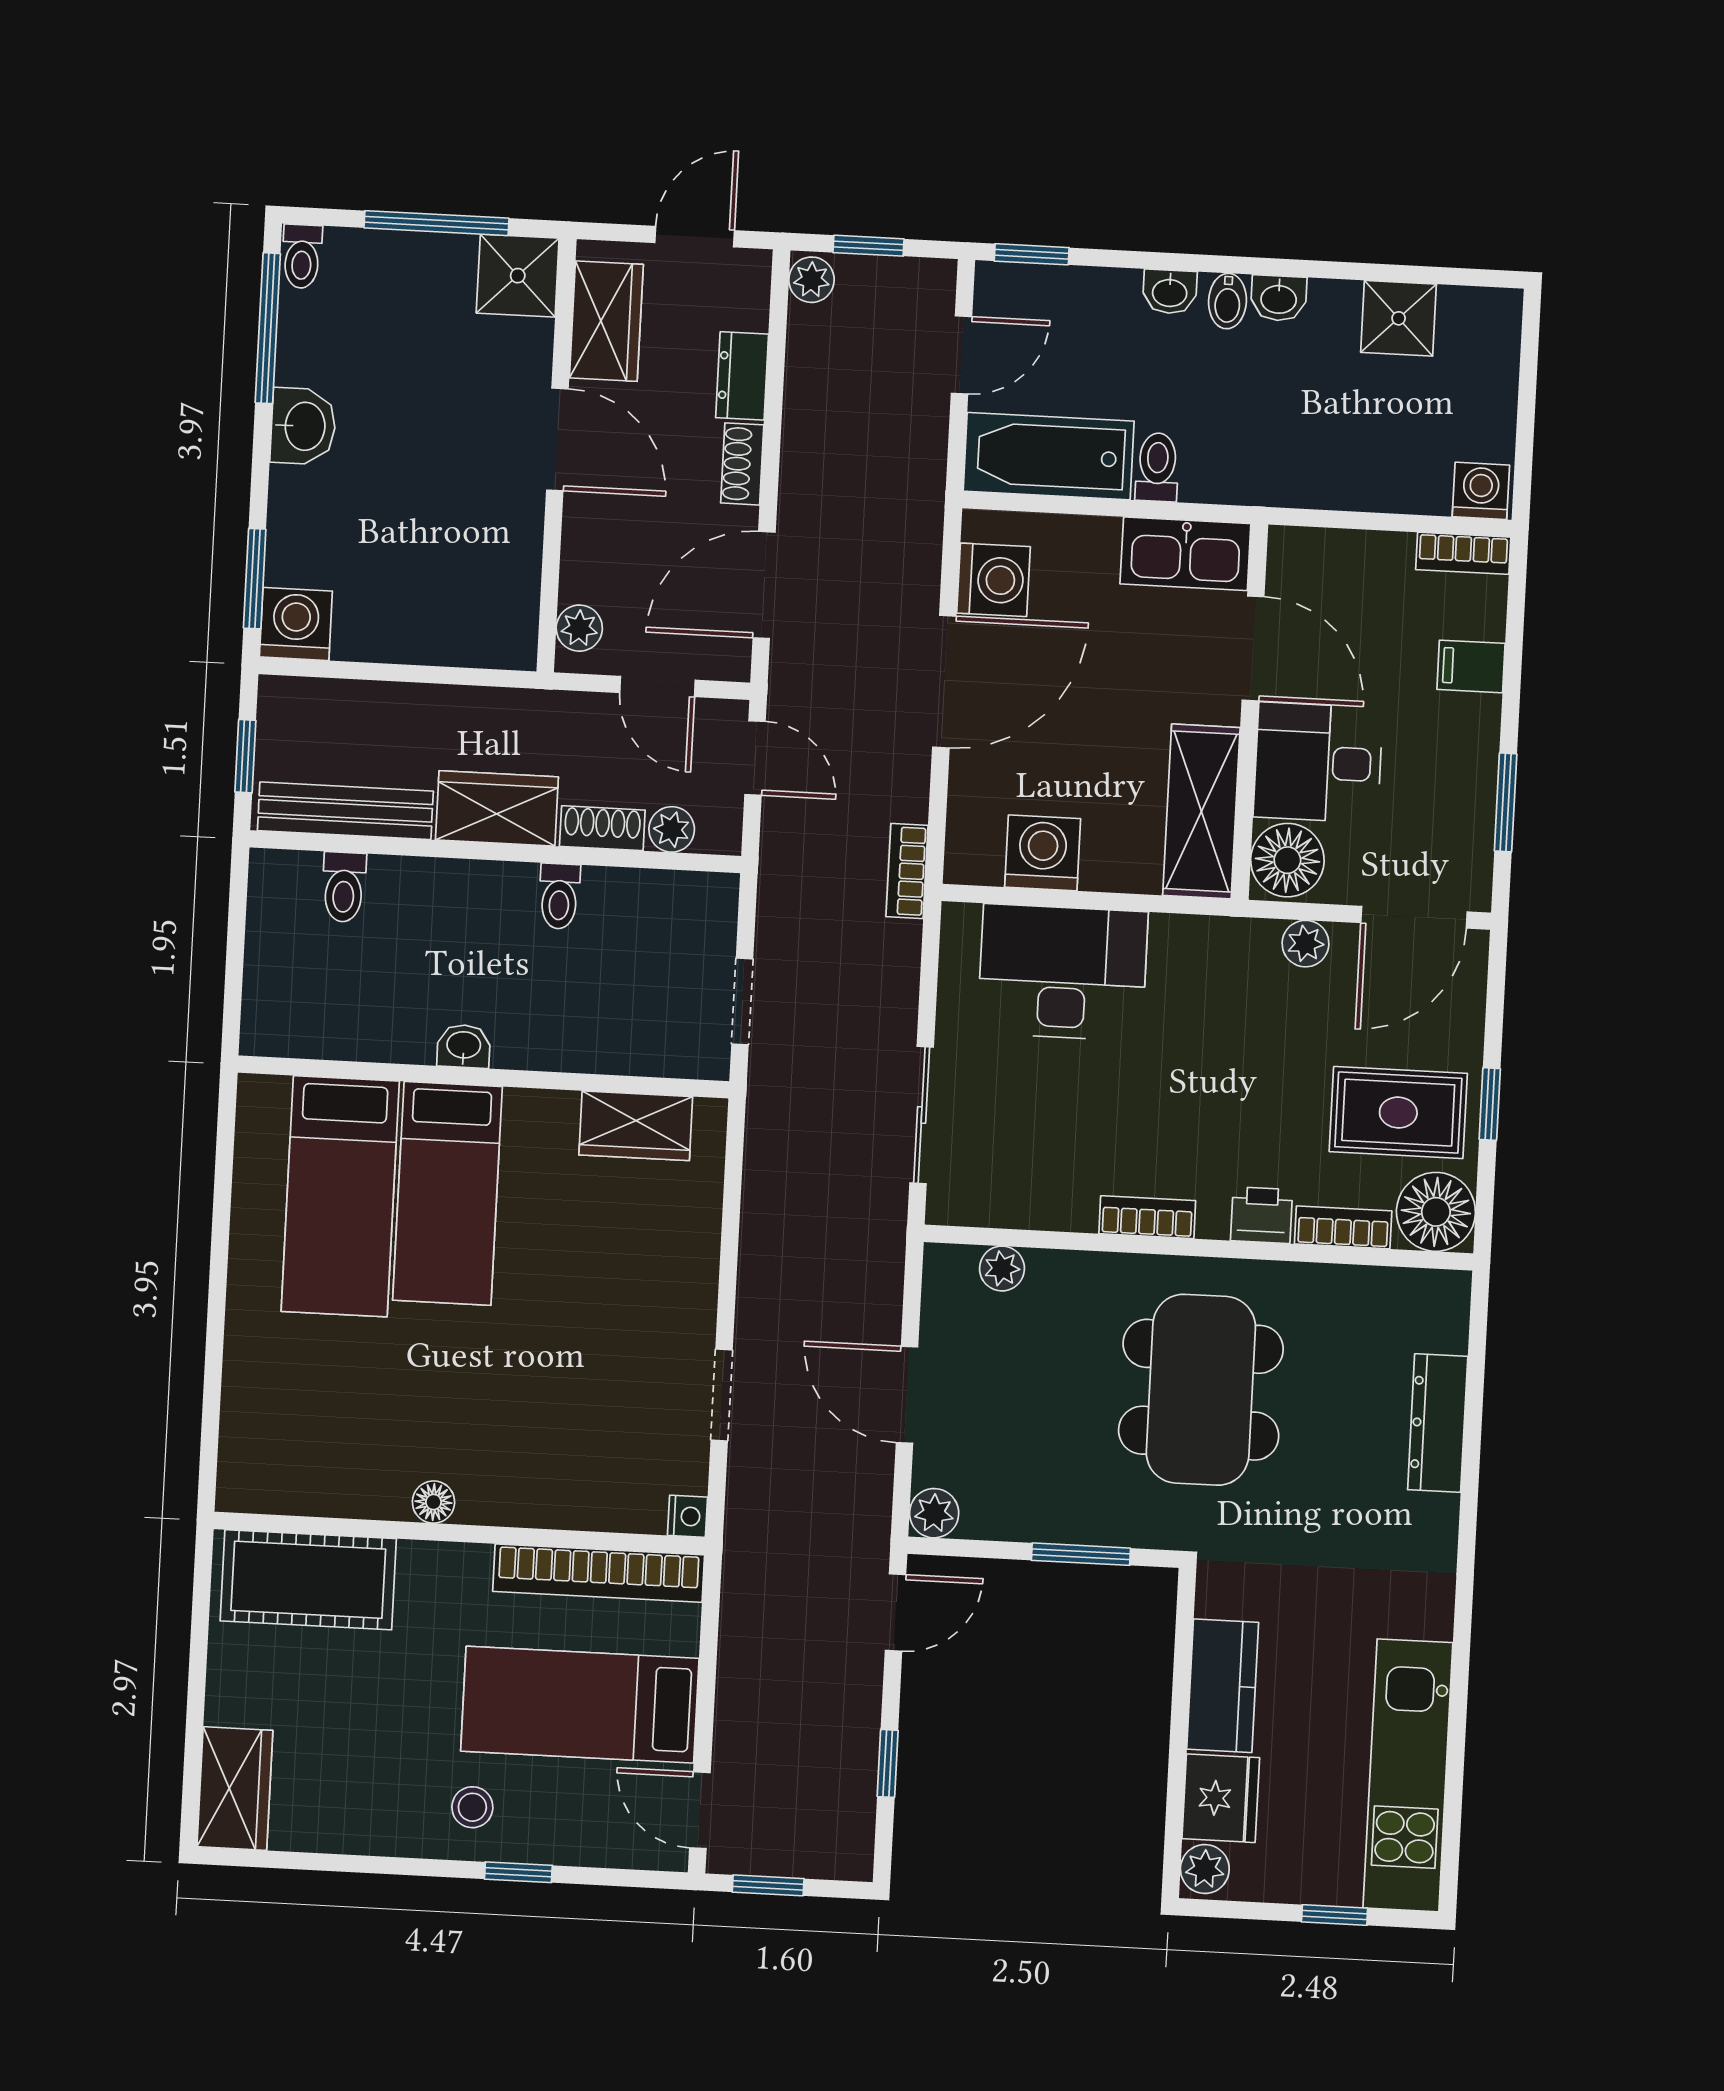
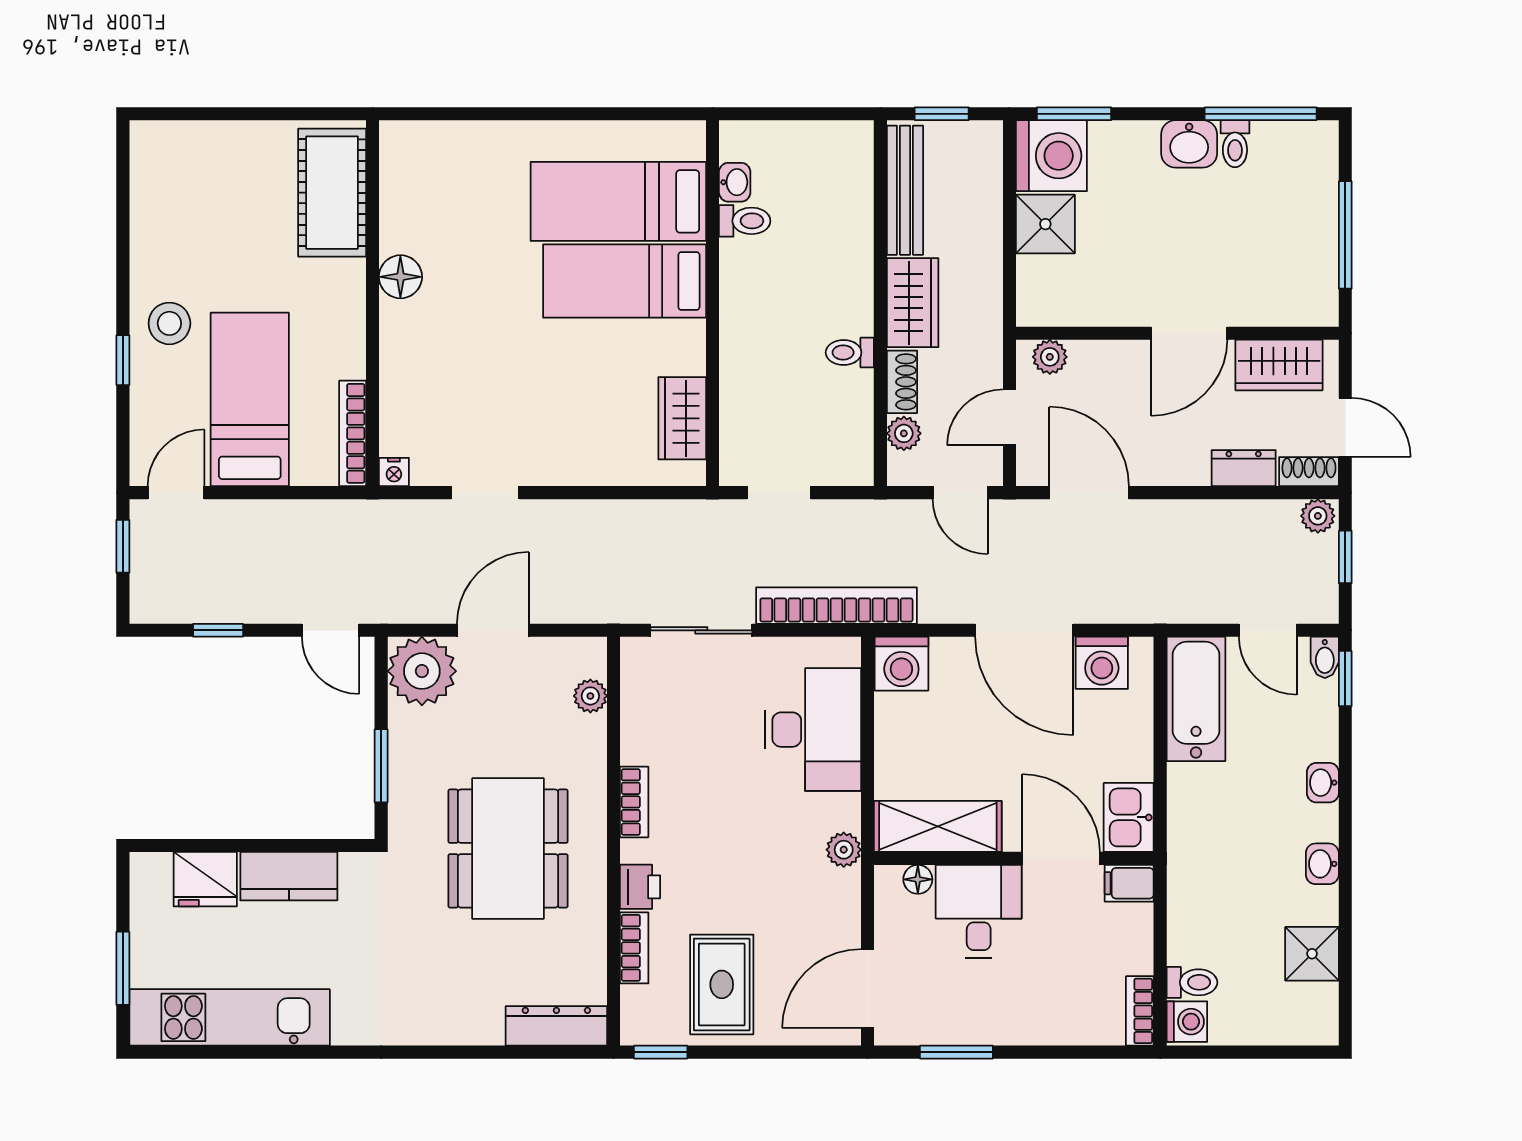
toilet: (302, 256) -> (1235, 144), moved, turned -90
shower: (518, 276) -> (1045, 224), moved
bidet: (1227, 301) -> (1325, 657), moved, turned -90
shoe rack: (742, 464) -> (1309, 472), moved
toilet: (1157, 467) -> (1192, 982), moved
kitchen sink: (1185, 554) -> (1129, 817), width x0.73
washing machine: (296, 624) -> (1051, 156), width x1.37, depth x1.37
door: (1253, 648) -> (1061, 858), swing flipped
filing cabinet: (1471, 666) -> (1129, 883), moved, turned -90
door: (755, 758) -> (960, 493), hinge flipped
washing machine: (1043, 853) -> (901, 664), moved, turned 90
floor lamp: (1287, 860) -> (918, 879), width x0.53, depth x0.53
bookcase: (907, 871) -> (836, 606), width x2.31, depth x1.31
toilet: (344, 887) -> (745, 221), moved, turned 180
door: (1414, 917) -> (867, 989), hinge flipped
plant: (1305, 944) -> (844, 850), moved
washbasin: (464, 1046) -> (735, 182), moved
window: (1490, 1104) -> (661, 1052), moved
floor lamp: (1436, 1212) -> (649, 1016), removed
dining table: (1201, 1390) -> (508, 849), turned 90
dresser: (1438, 1423) -> (556, 1026), moved
floor lamp: (433, 1502) -> (400, 277), width x1.37, depth x1.37
plant: (934, 1513) -> (422, 671), width x1.87, depth x1.87
bookcase: (599, 1573) -> (353, 433), width x0.68, depth x0.76
wardrobe: (235, 1789) -> (174, 146), removed
stool: (472, 1807) -> (169, 323), width x1.37, depth x1.37
plant: (1205, 1869) -> (152, 870), removed
window: (1335, 1915) -> (123, 968), width x1.50

